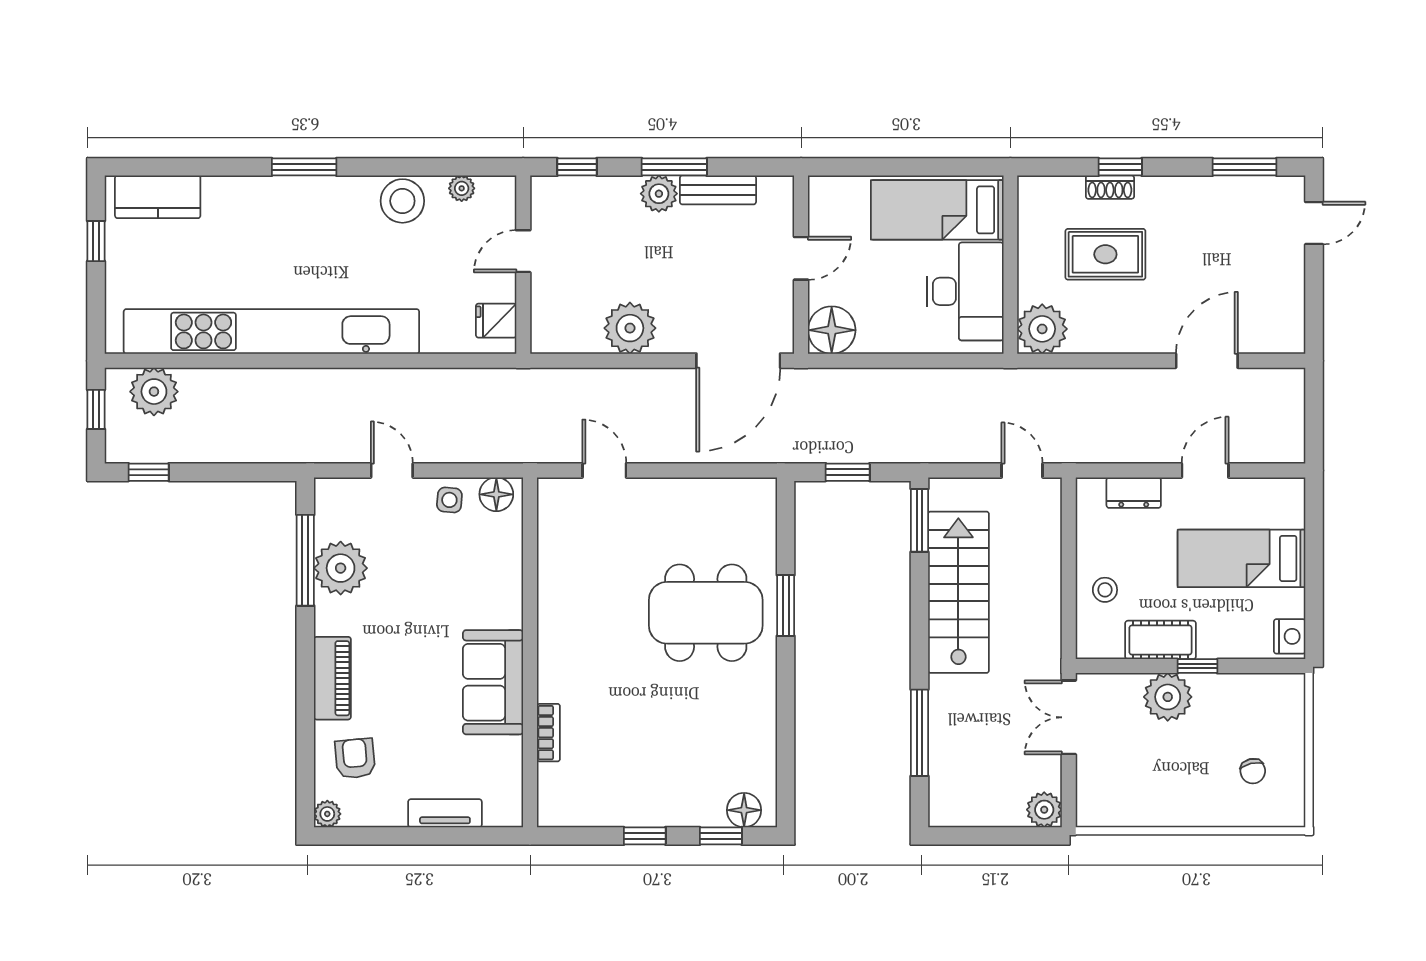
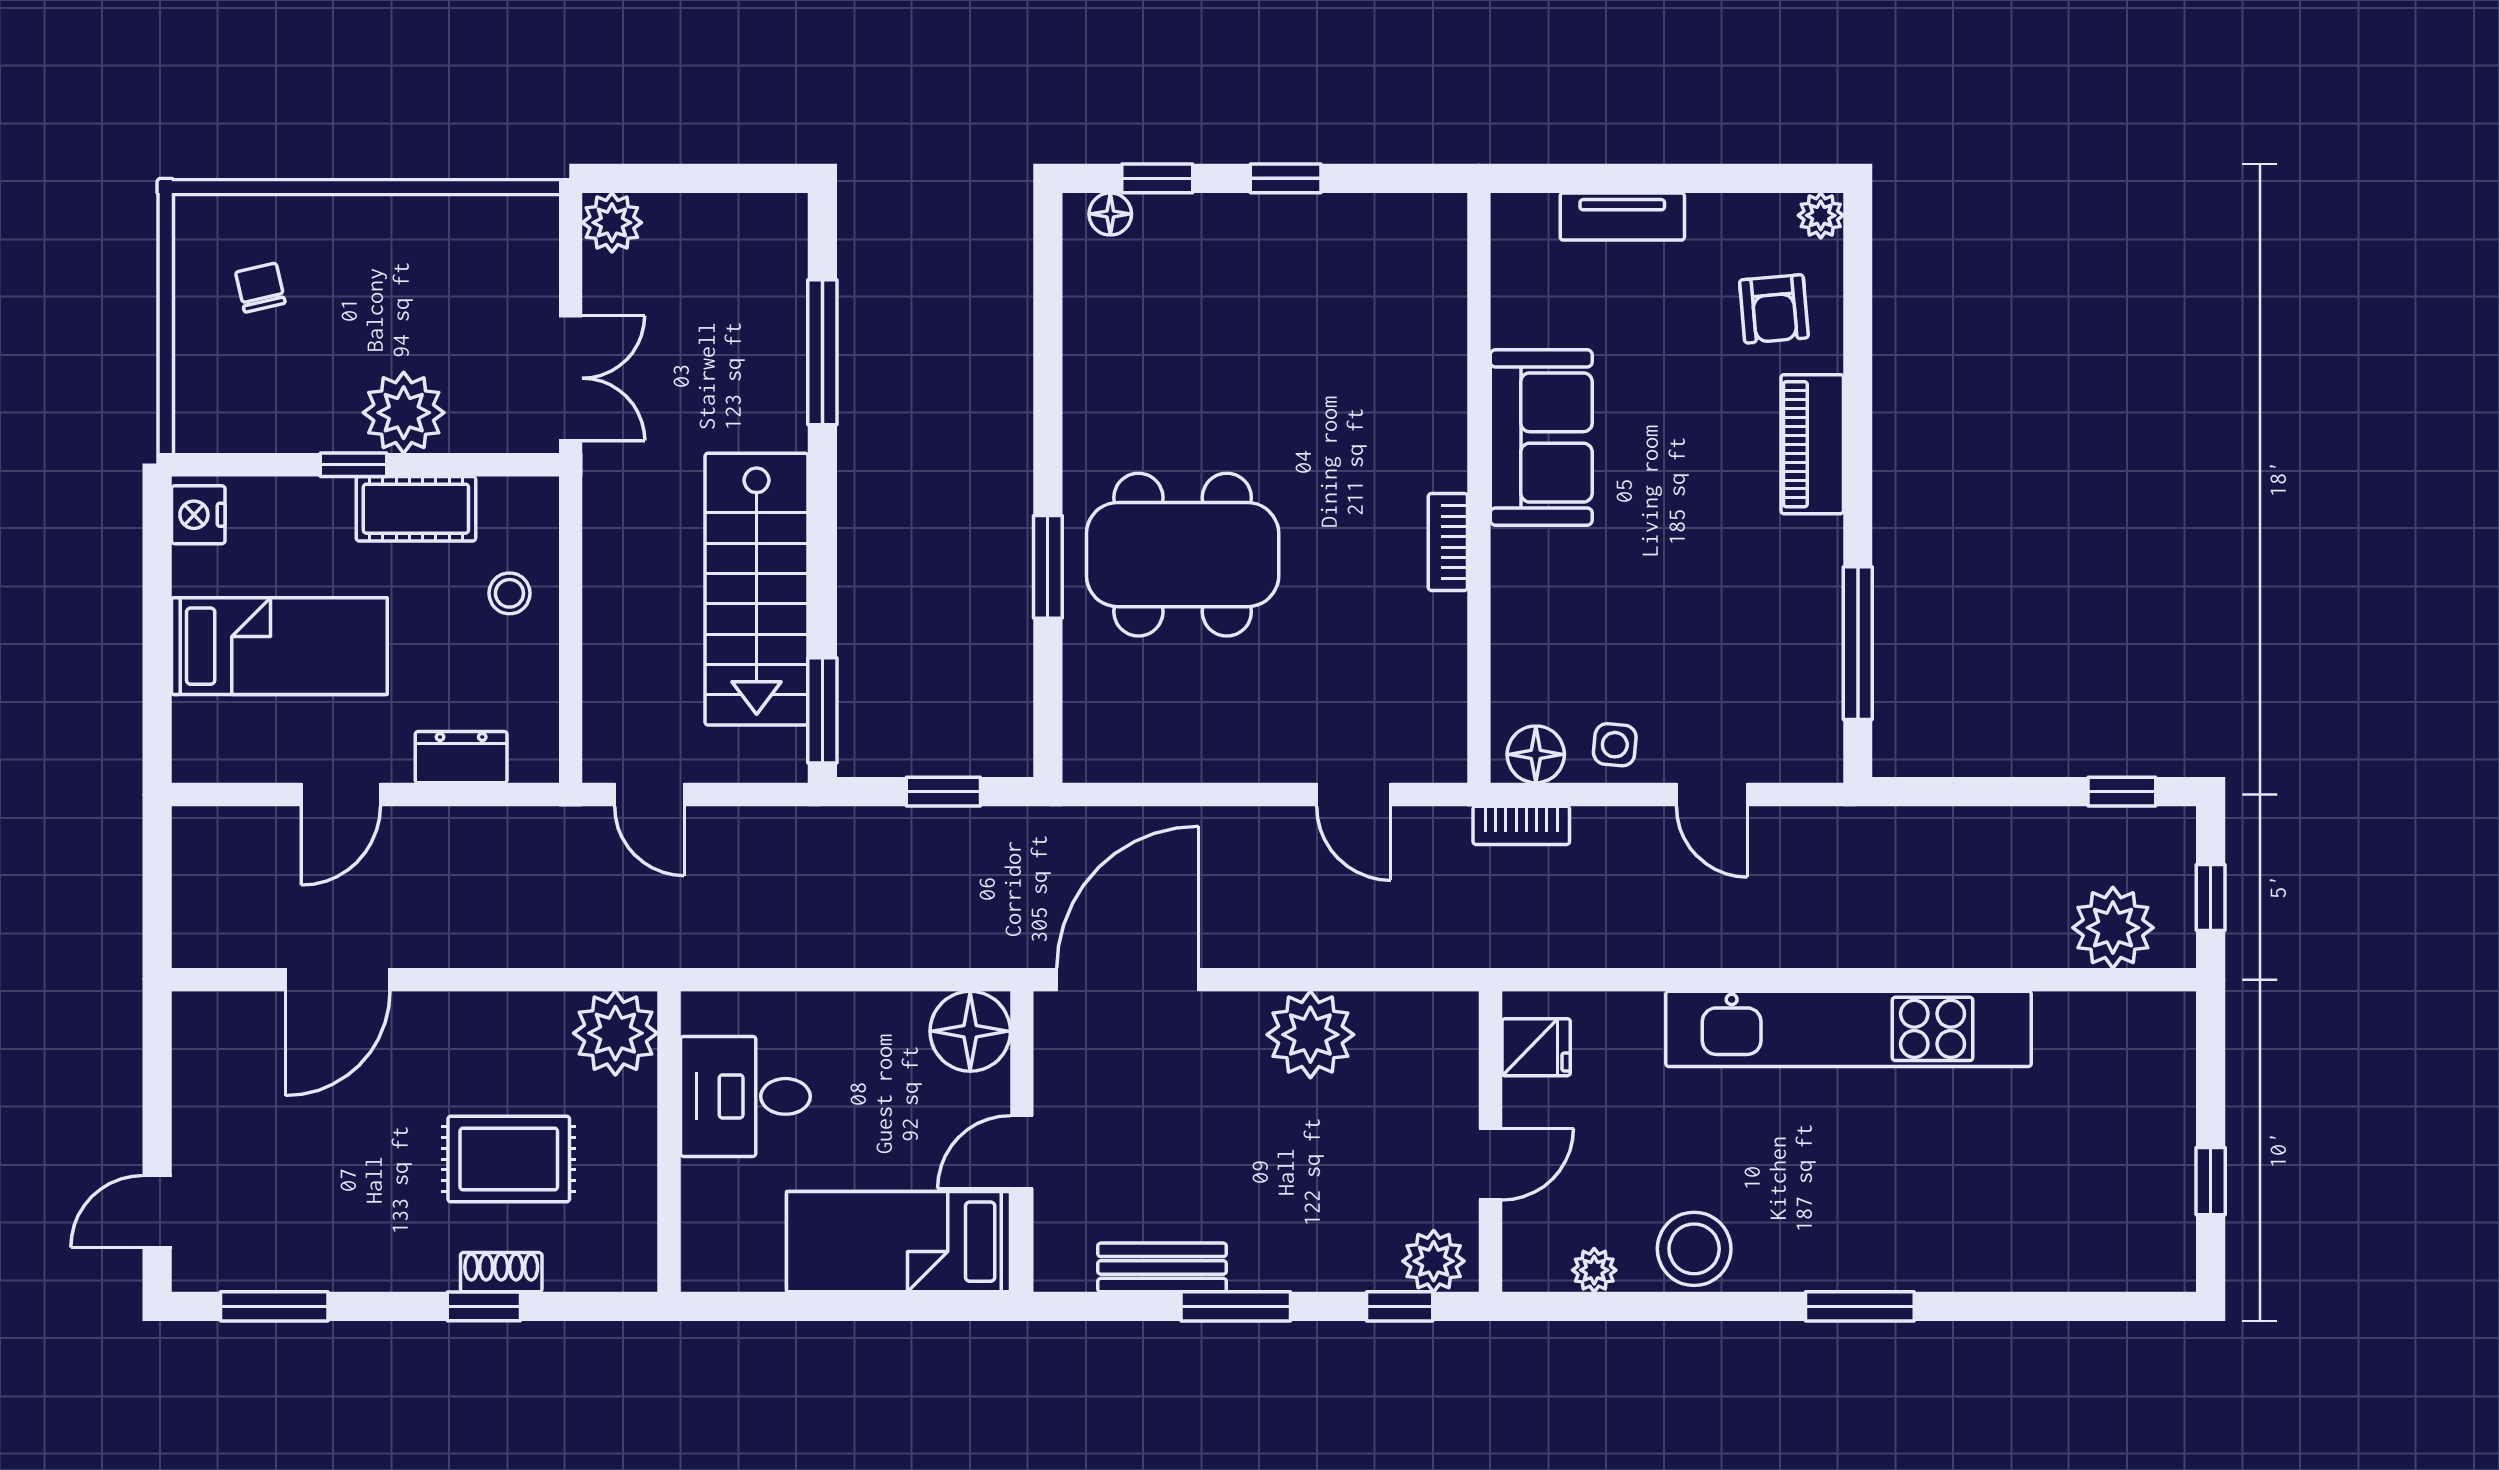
plant: (659, 194) -> (1434, 1261), moved
kitchen counter: (158, 197) -> (2107, 1256), removed
bed: (937, 210) -> (898, 1242), moved, turned 180
desk: (965, 291) -> (745, 1096), width x0.73
kitchen unit: (271, 331) -> (1849, 1029), width x0.73
bookcase: (505, 452) -> (1521, 825), added
plant: (341, 568) -> (1798, 630), removed
bookcase: (548, 733) -> (1448, 542), moved
floor lamp: (744, 810) -> (1110, 214), width x0.73, depth x0.73

